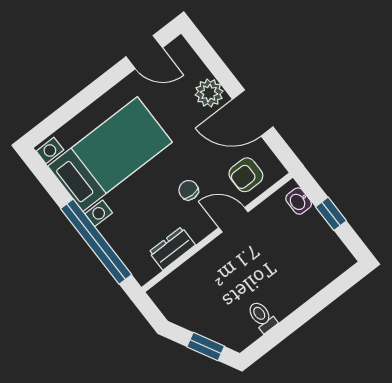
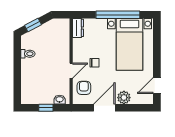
window: (96, 242) -> (118, 15), moved
dresser: (172, 248) -> (78, 28), moved

